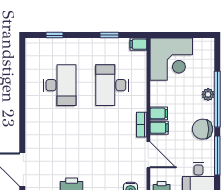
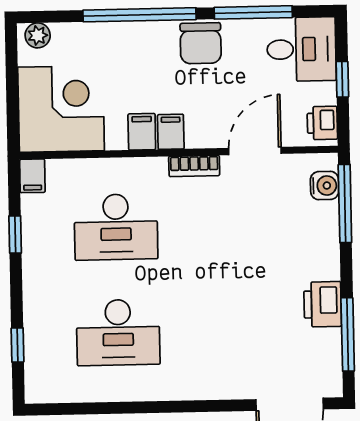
desk: (60, 85) -> (118, 332), turned 180
plant: (208, 94) -> (38, 35), moved
filing cabinet: (159, 128) -> (142, 132), moved

